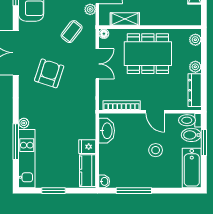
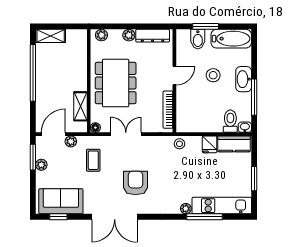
coffee table: (72, 32) -> (93, 160), turned 52
armchair: (49, 73) -> (136, 183), turned 72
stool: (88, 117) -> (179, 144), added
toilet: (190, 120) -> (230, 121), moved, turned 180
washbasin: (107, 131) -> (244, 79), moved, turned -90

